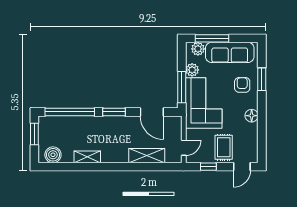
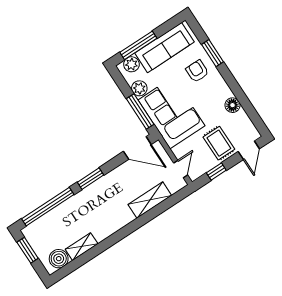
door: (152, 112) -> (137, 148), moved
floor lamp: (252, 116) -> (233, 105), moved
shelving: (87, 157) -> (82, 247), moved

